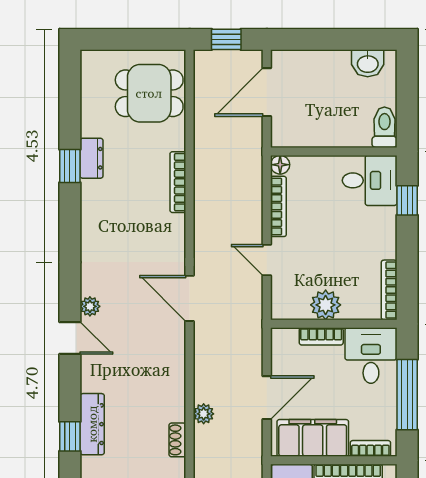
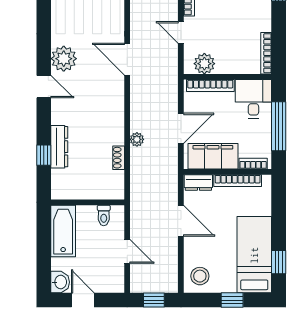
plant: (326, 305) -> (204, 64), moved
plant: (90, 306) -> (64, 59), width x1.88, depth x1.88
bookcase: (321, 336) -> (210, 86), width x1.56

